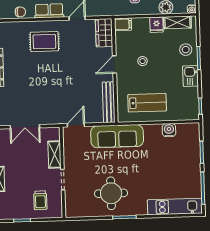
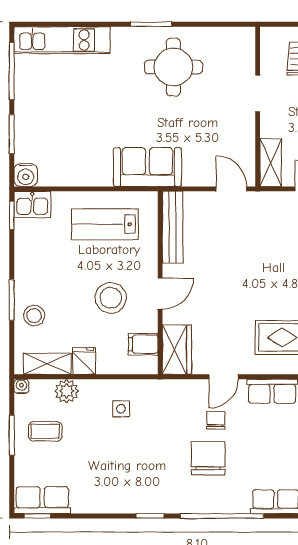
filing cabinet: (123, 24) -> (143, 344), moved
stool: (143, 61) -> (111, 298), width x1.89, depth x1.89
kitchen sink: (190, 76) -> (32, 204), moved, turned 90
door: (76, 125) -> (231, 189), swing flipped
water cooler: (169, 130) -> (26, 175), moved
sofa: (117, 136) -> (147, 167), width x0.73
shelving: (55, 154) -> (271, 163), moved

